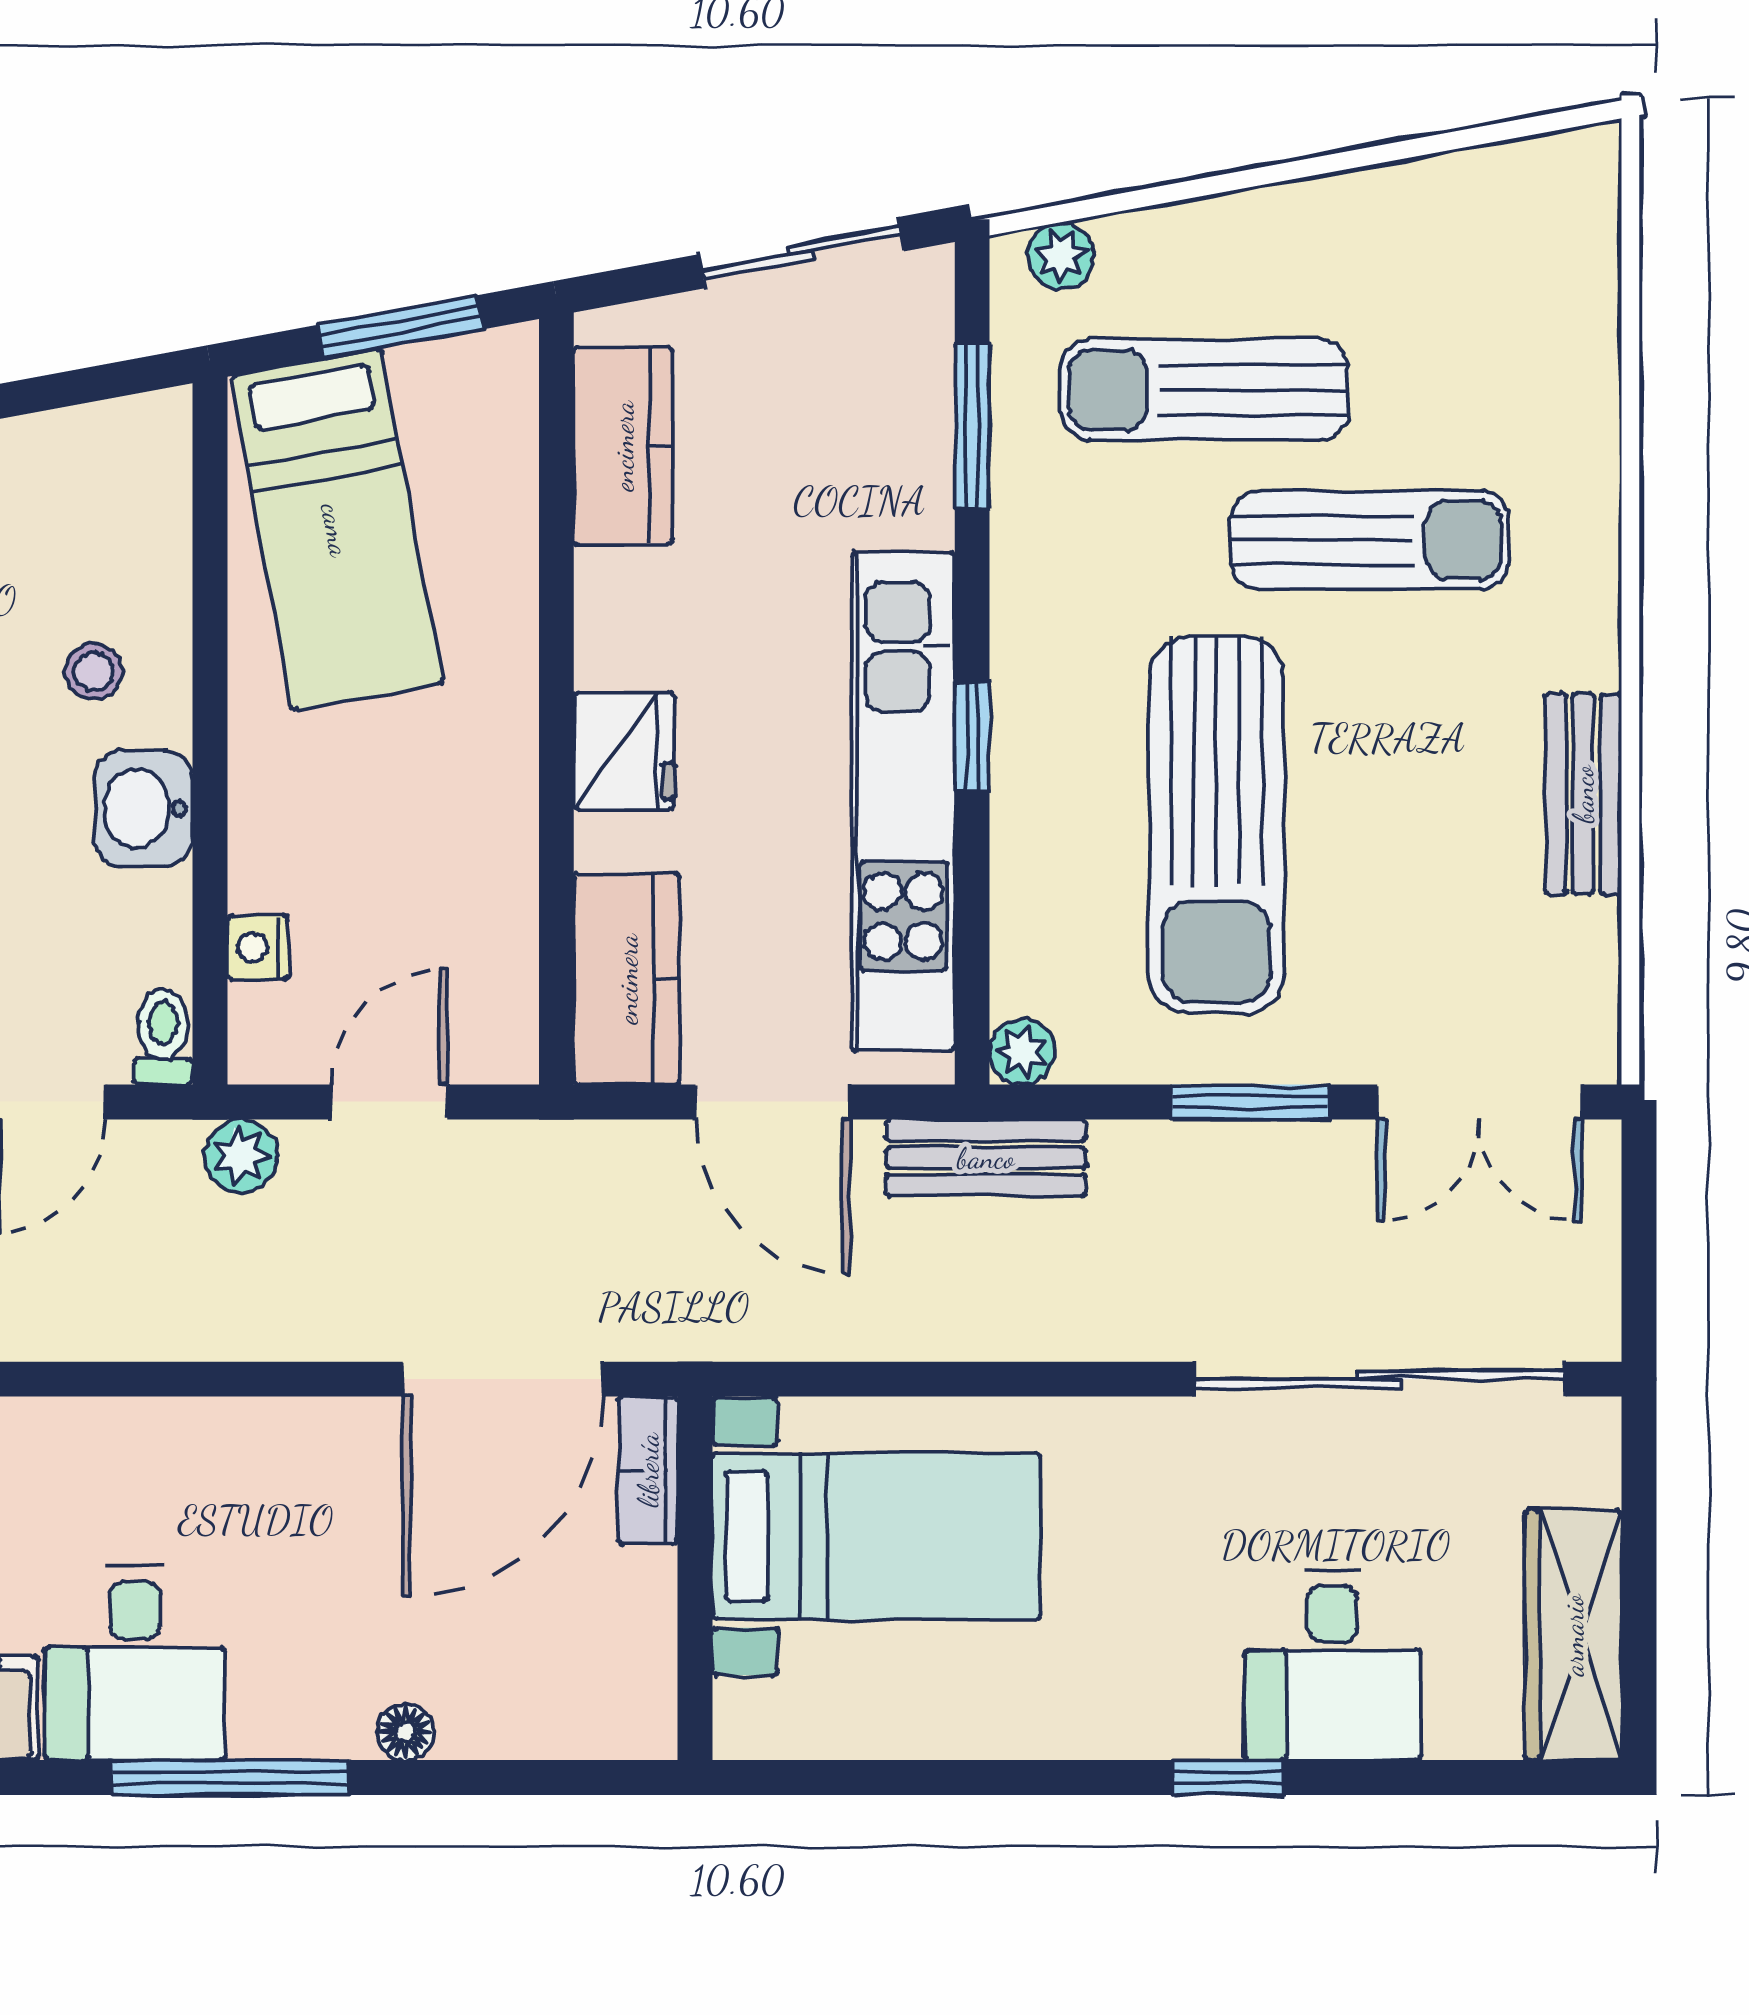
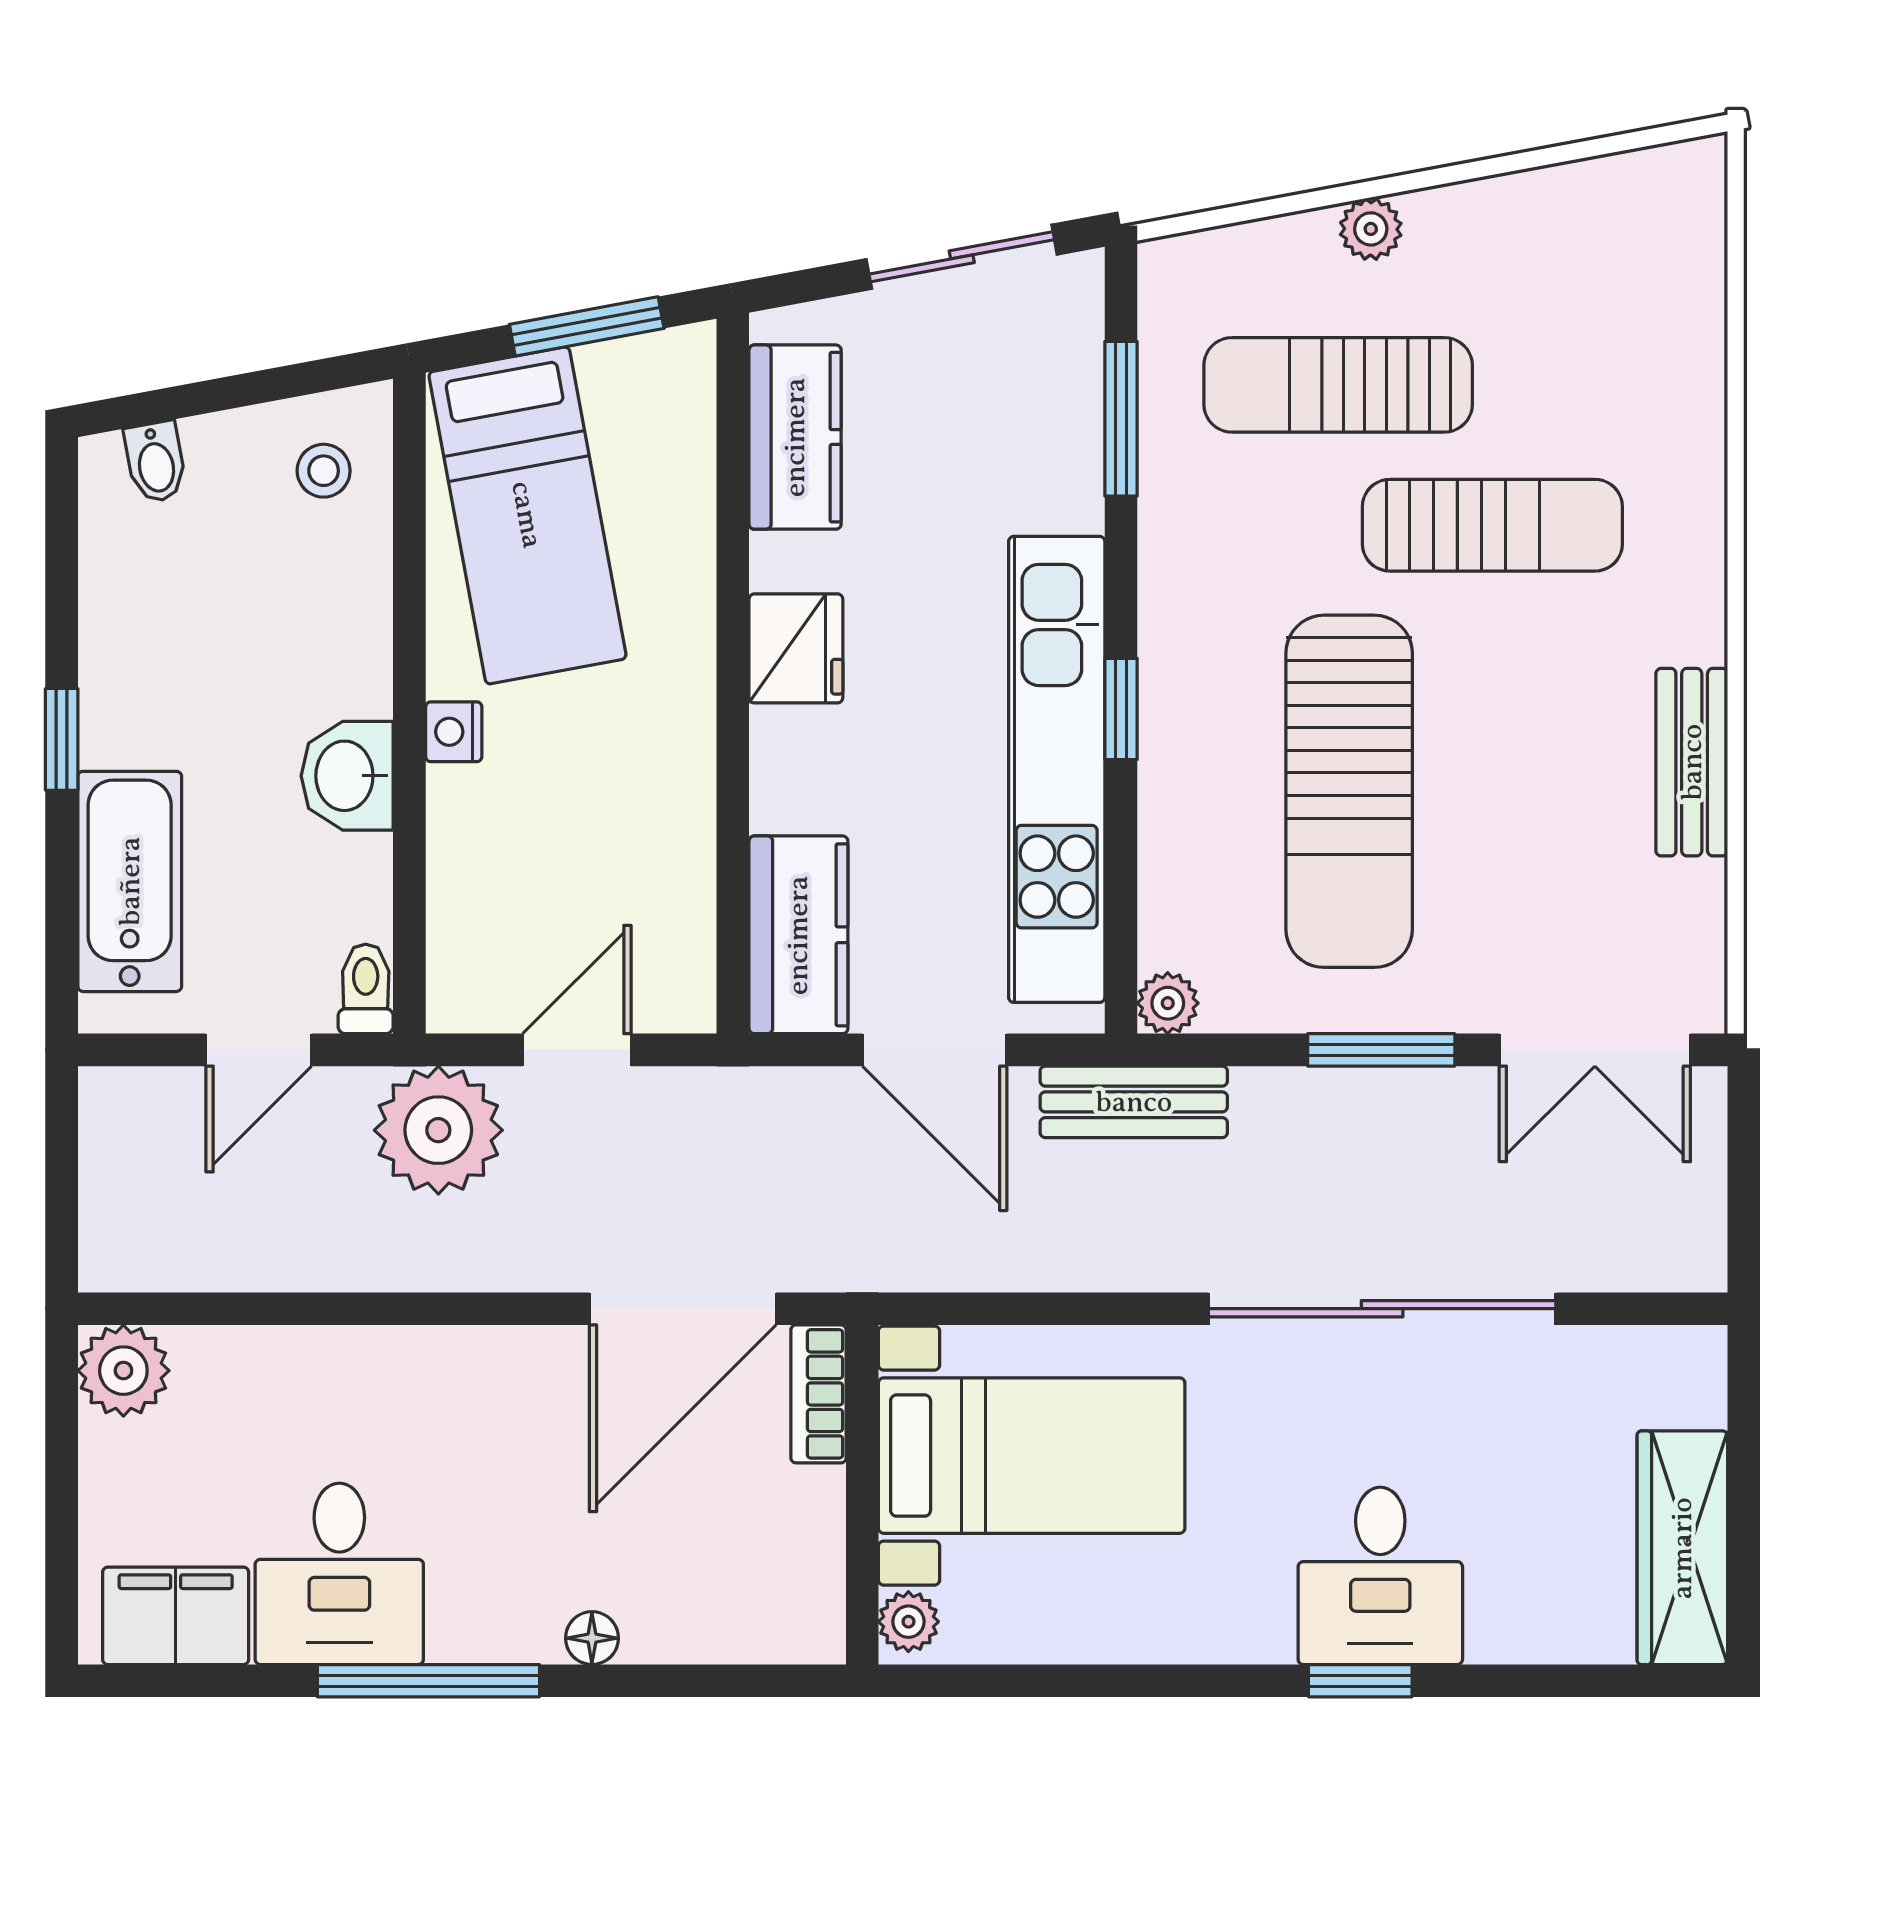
plant: (1061, 256) -> (1371, 229), moved
stool: (94, 672) -> (324, 471), moved
fridge: (624, 751) -> (796, 648), moved
nightstand: (258, 948) -> (454, 732), moved
plant: (241, 1156) -> (438, 1130), width x1.88, depth x1.88
sliding door: (1380, 1379) -> (1382, 1309), moved
desk: (1333, 1665) -> (1380, 1576), moved
plant: (745, 1714) -> (908, 1622), added

